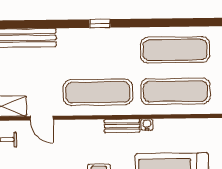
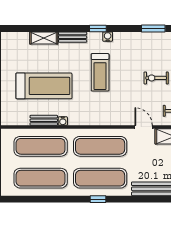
exercise mat: (97, 51) -> (100, 178), added
bench: (122, 126) -> (44, 120), moved

